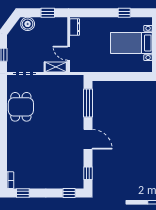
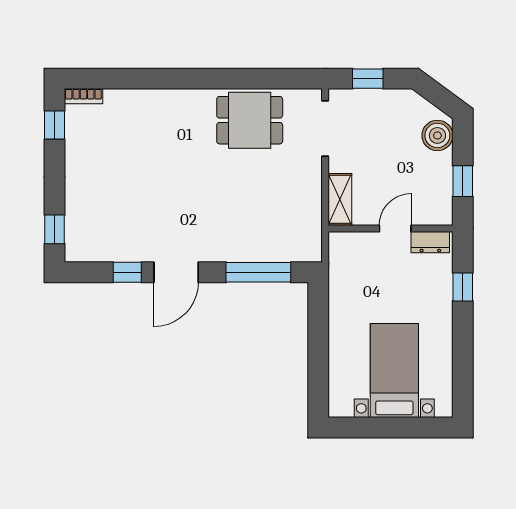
window: (124, 13) -> (463, 287), moved
door: (69, 53) -> (395, 228), moved
window: (88, 173) -> (127, 272), moved

